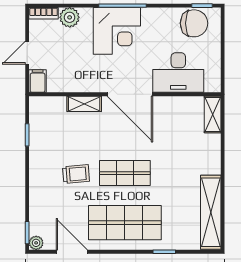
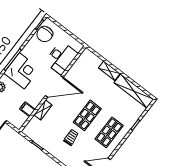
chair: (194, 23) -> (45, 34), turned 180
filing cabinet: (38, 81) -> (27, 109), moved
shelving: (213, 114) -> (109, 71), moved
shop shelf: (125, 223) -> (109, 132), width x0.70, depth x0.74

